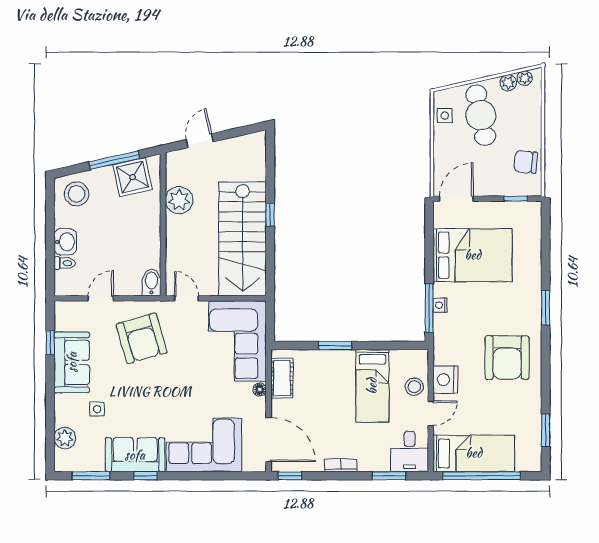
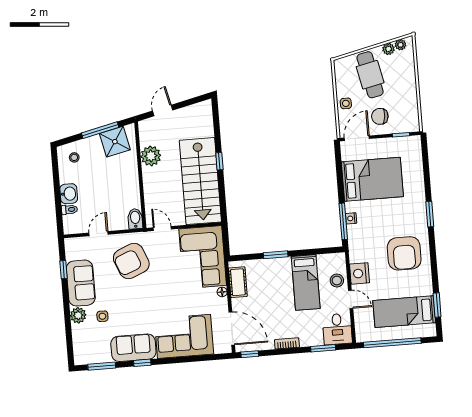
side table: (445, 116) -> (346, 103), moved
chair: (526, 162) -> (380, 116), moved
stool: (77, 194) -> (74, 157), width x0.53, depth x0.53
armchair: (142, 338) -> (131, 261), turned 84
door: (431, 413) -> (351, 299), hinge flipped
plant: (65, 438) -> (78, 315), moved
bed: (474, 453) -> (404, 312), moved, turned 180

